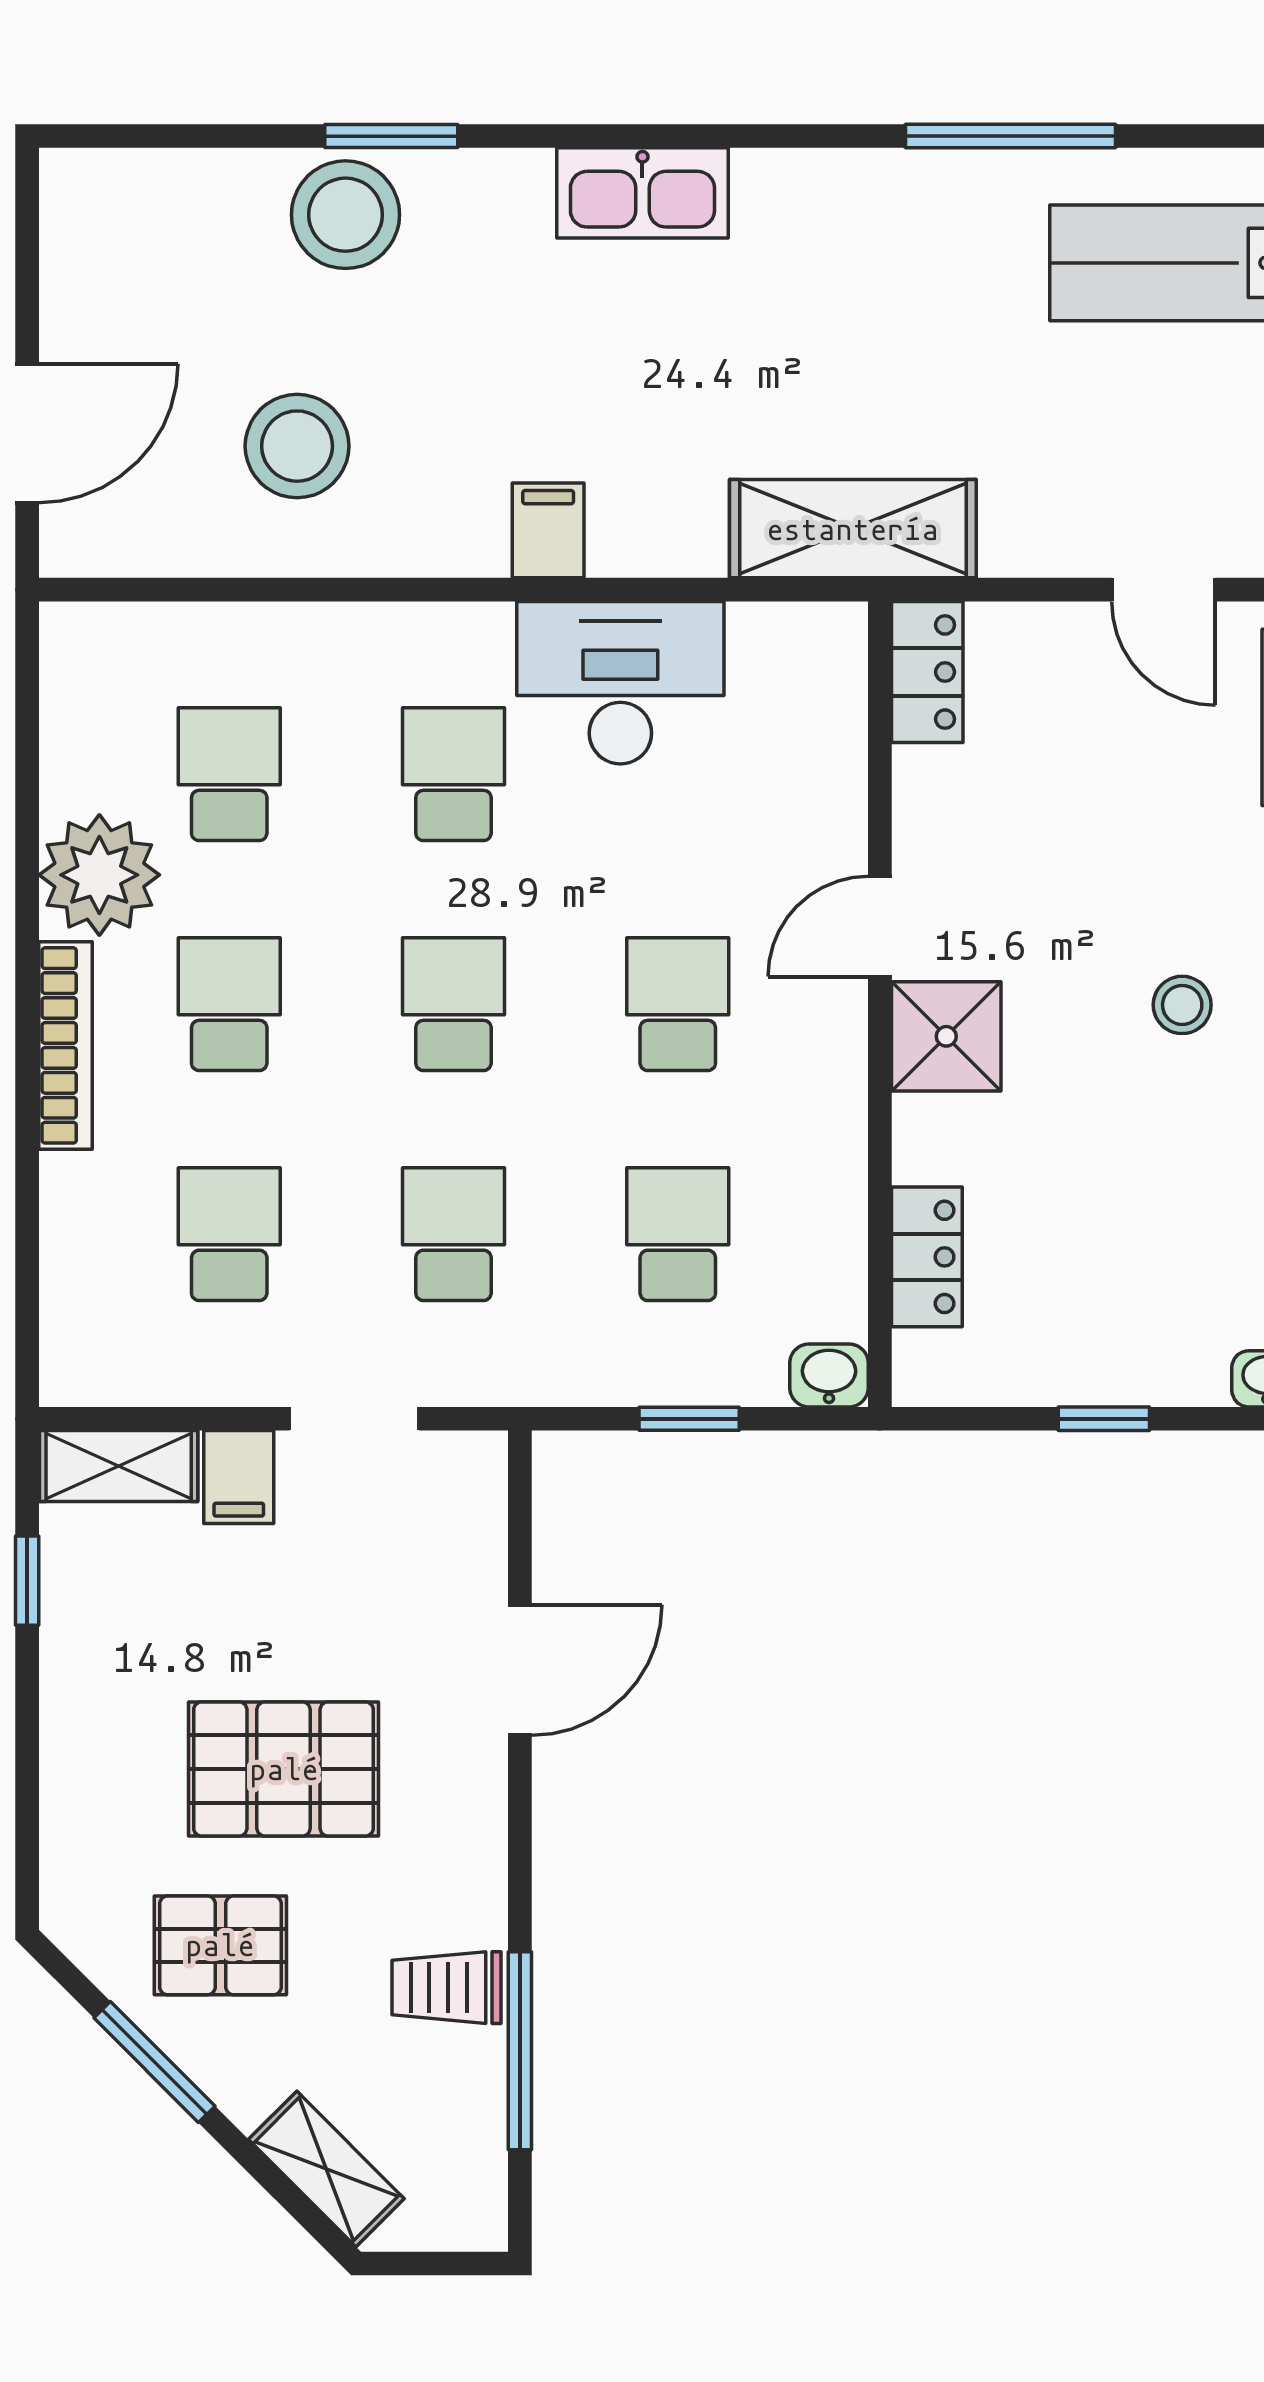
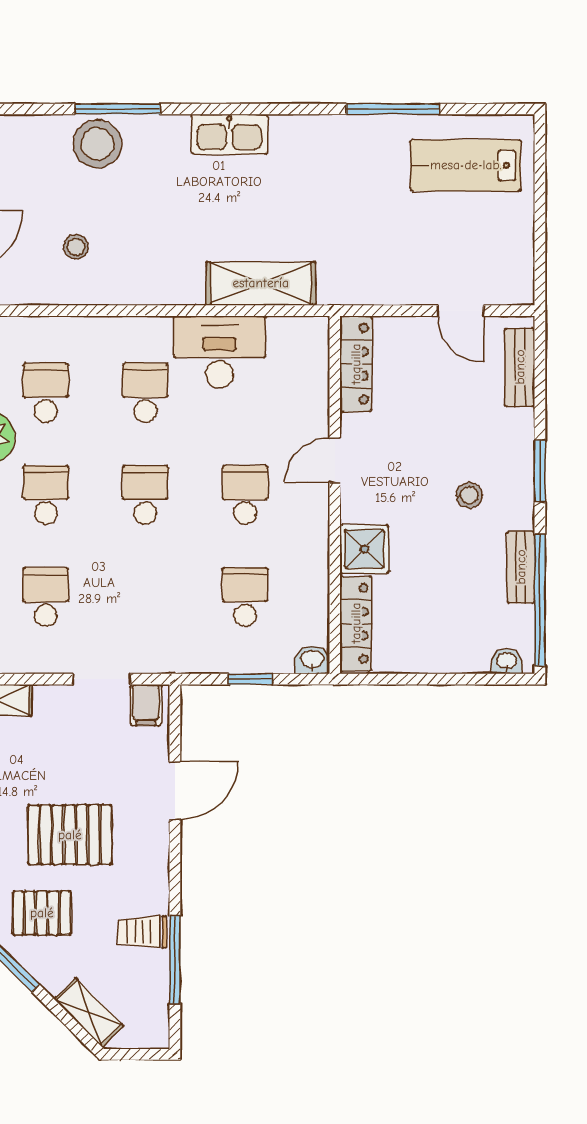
window: (391, 136) -> (118, 109), width x1.44
stool: (297, 446) -> (76, 247), width x0.53, depth x0.53
shelving: (853, 529) -> (261, 283), moved
filing cabinet: (548, 530) -> (187, 284), removed
locker: (927, 672) -> (356, 364), width x1.53
shower: (946, 1036) -> (364, 549), moved
school desk: (453, 1234) -> (145, 597), removed
locker: (927, 1257) -> (356, 623), width x1.53
window: (1104, 1419) -> (434, 679), removed
filing cabinet: (239, 1477) -> (146, 705), moved

